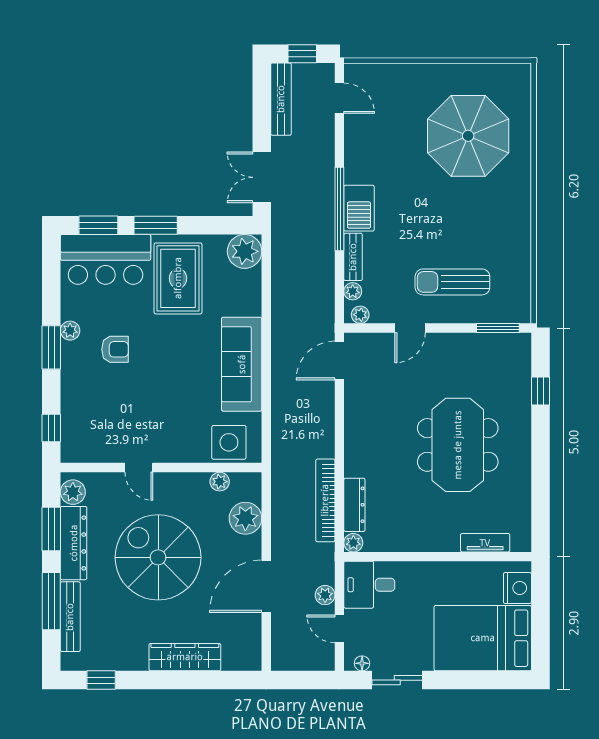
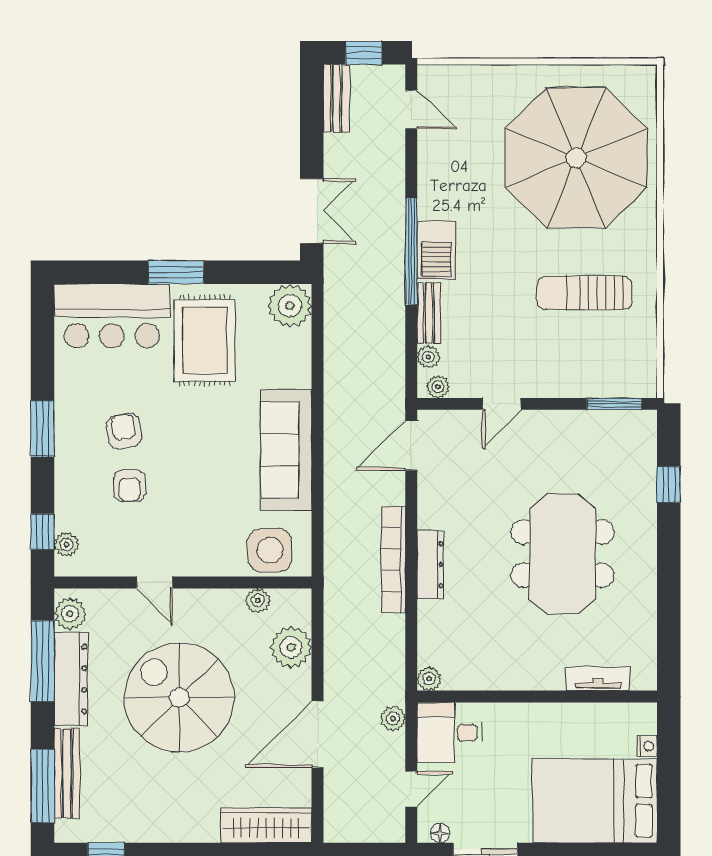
bench: (281, 99) -> (336, 98), width x0.73
parasol: (468, 136) -> (576, 158), width x1.36, depth x1.36
double door: (262, 177) -> (312, 211), swing flipped
window: (98, 225) -> (103, 272), removed
sun lounger: (452, 282) -> (584, 293), moved
plant: (70, 331) -> (67, 544), moved
armchair: (115, 349) -> (124, 431), turned -100
armchair: (119, 392) -> (130, 486), added
bookcase: (325, 500) -> (393, 560), moved
dresser: (354, 505) -> (430, 565), moved
window: (51, 529) -> (43, 661), width x1.44
nightstand: (517, 588) -> (647, 746), width x0.53, depth x0.56
plant: (325, 595) -> (393, 718), moved
window: (51, 601) -> (43, 786), moved
door: (339, 629) -> (411, 789), swing flipped
wardrobe: (185, 657) -> (266, 825), moved

